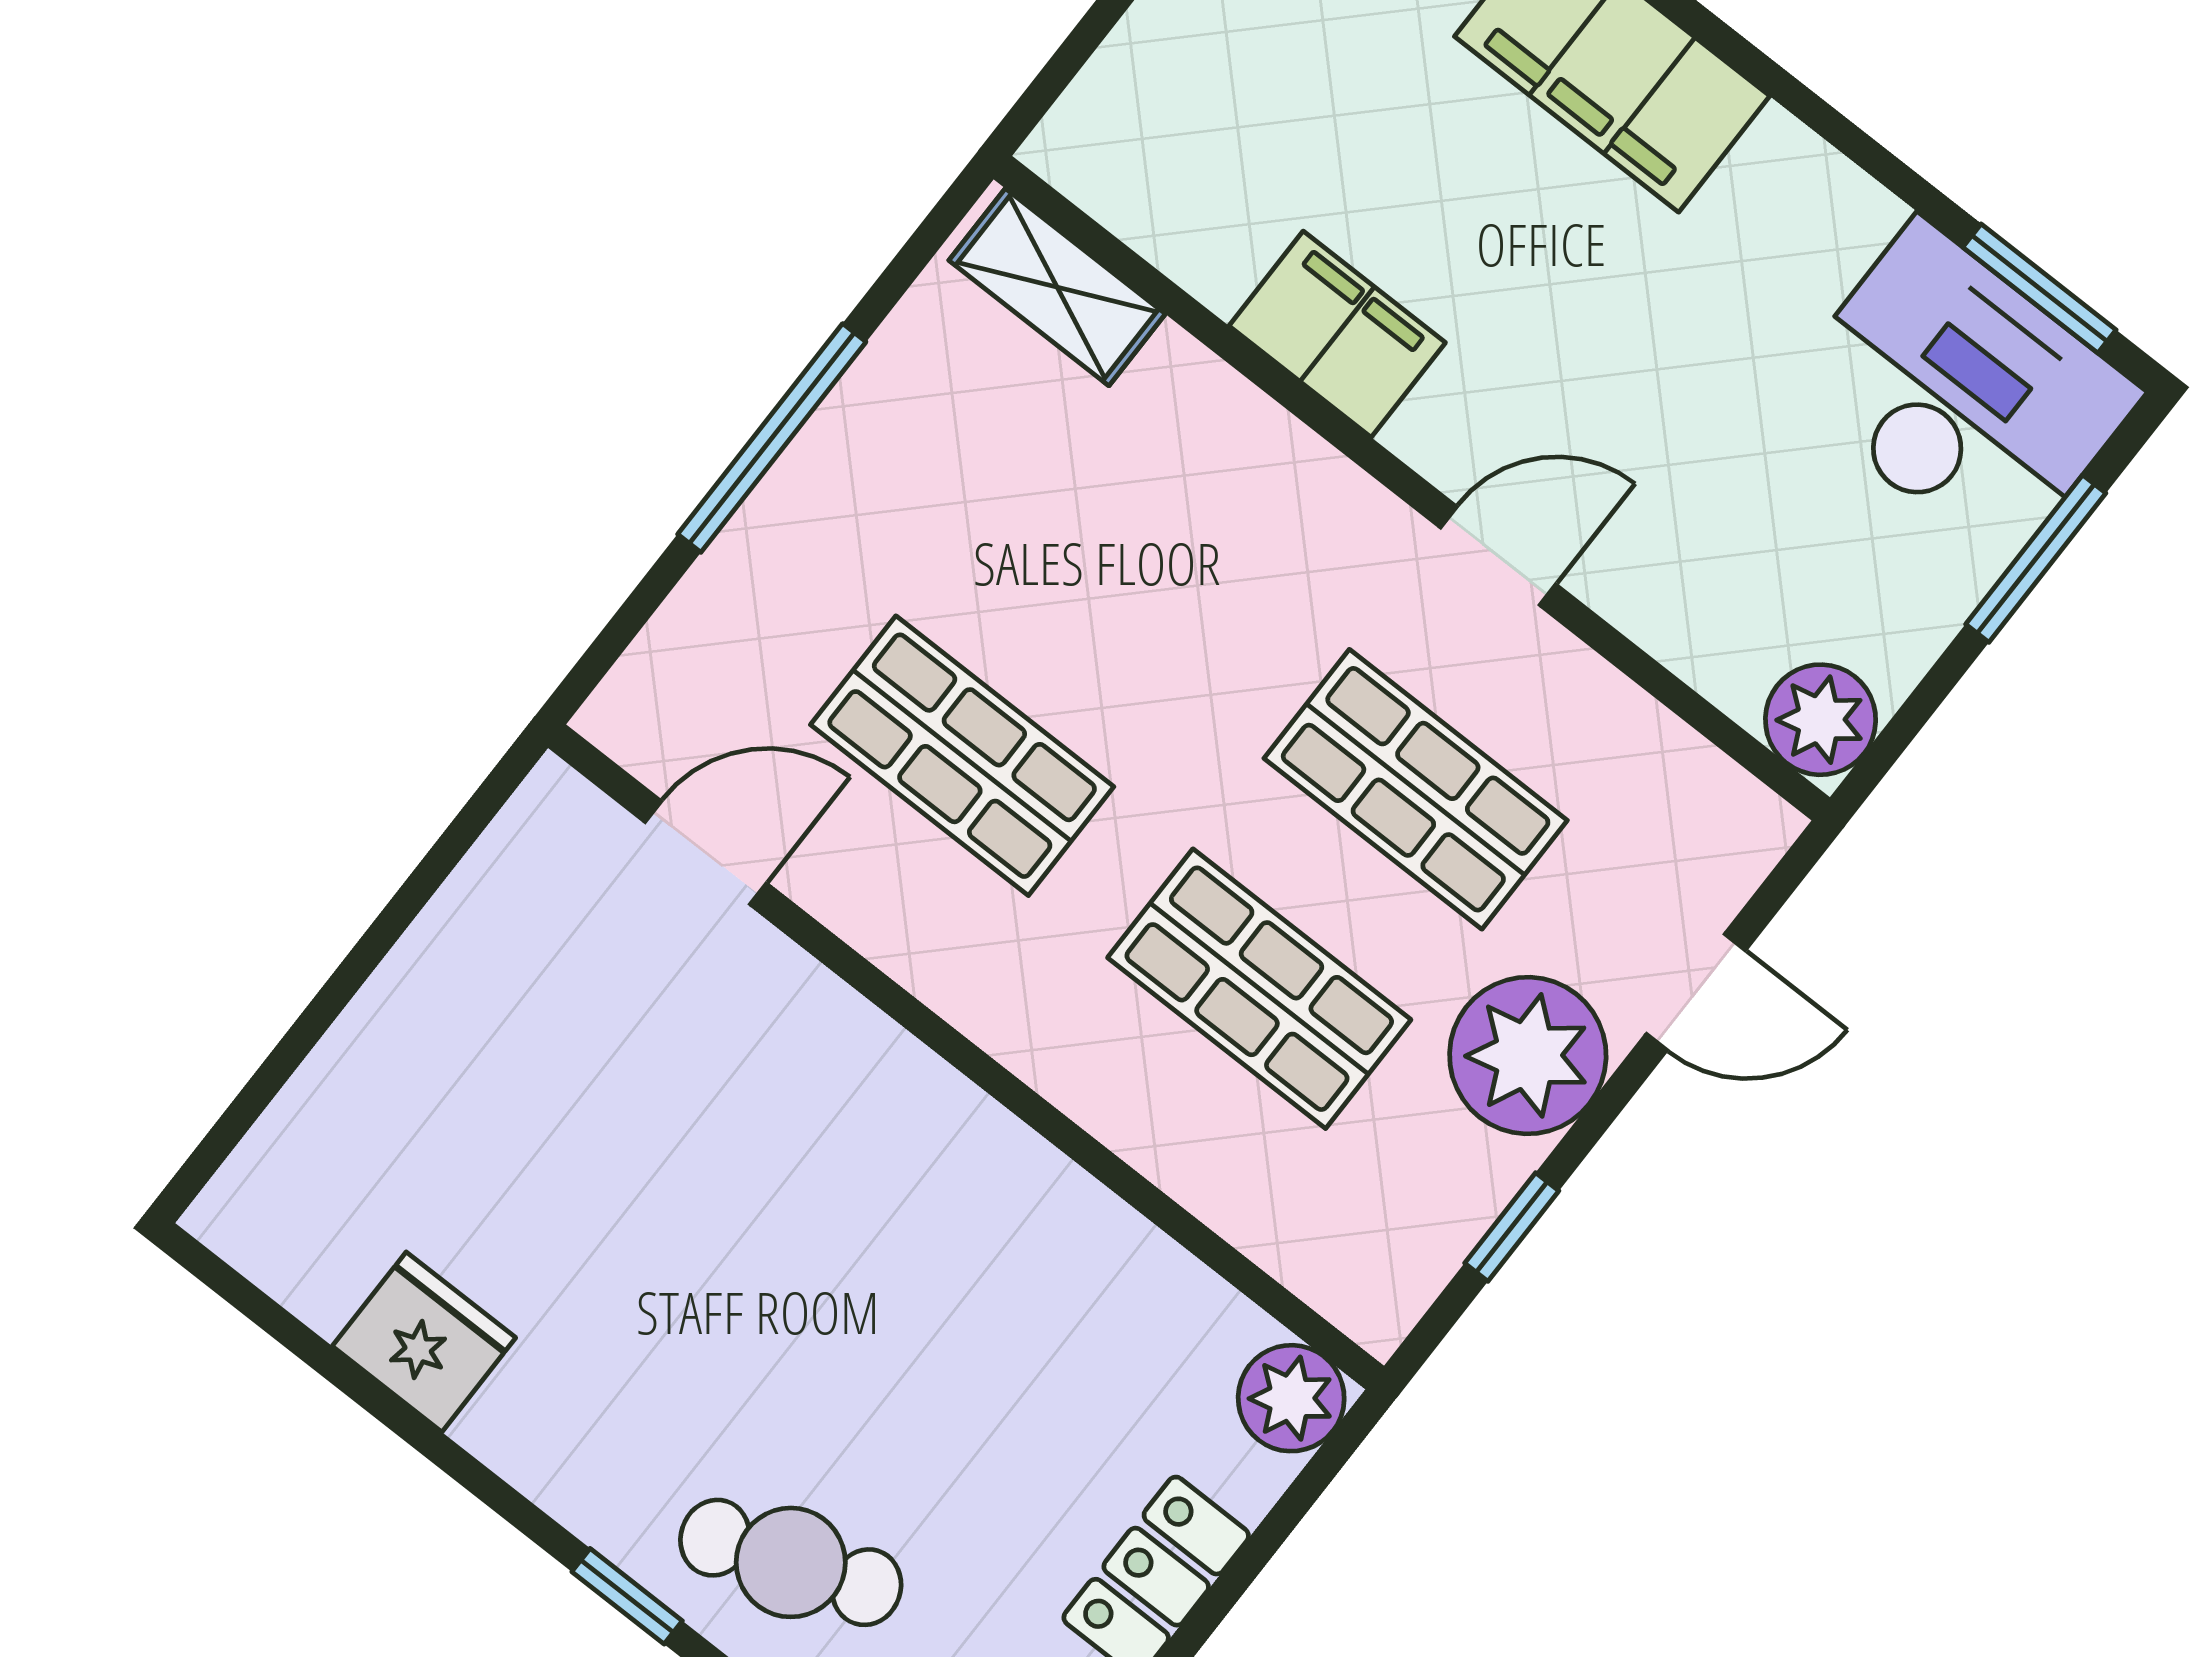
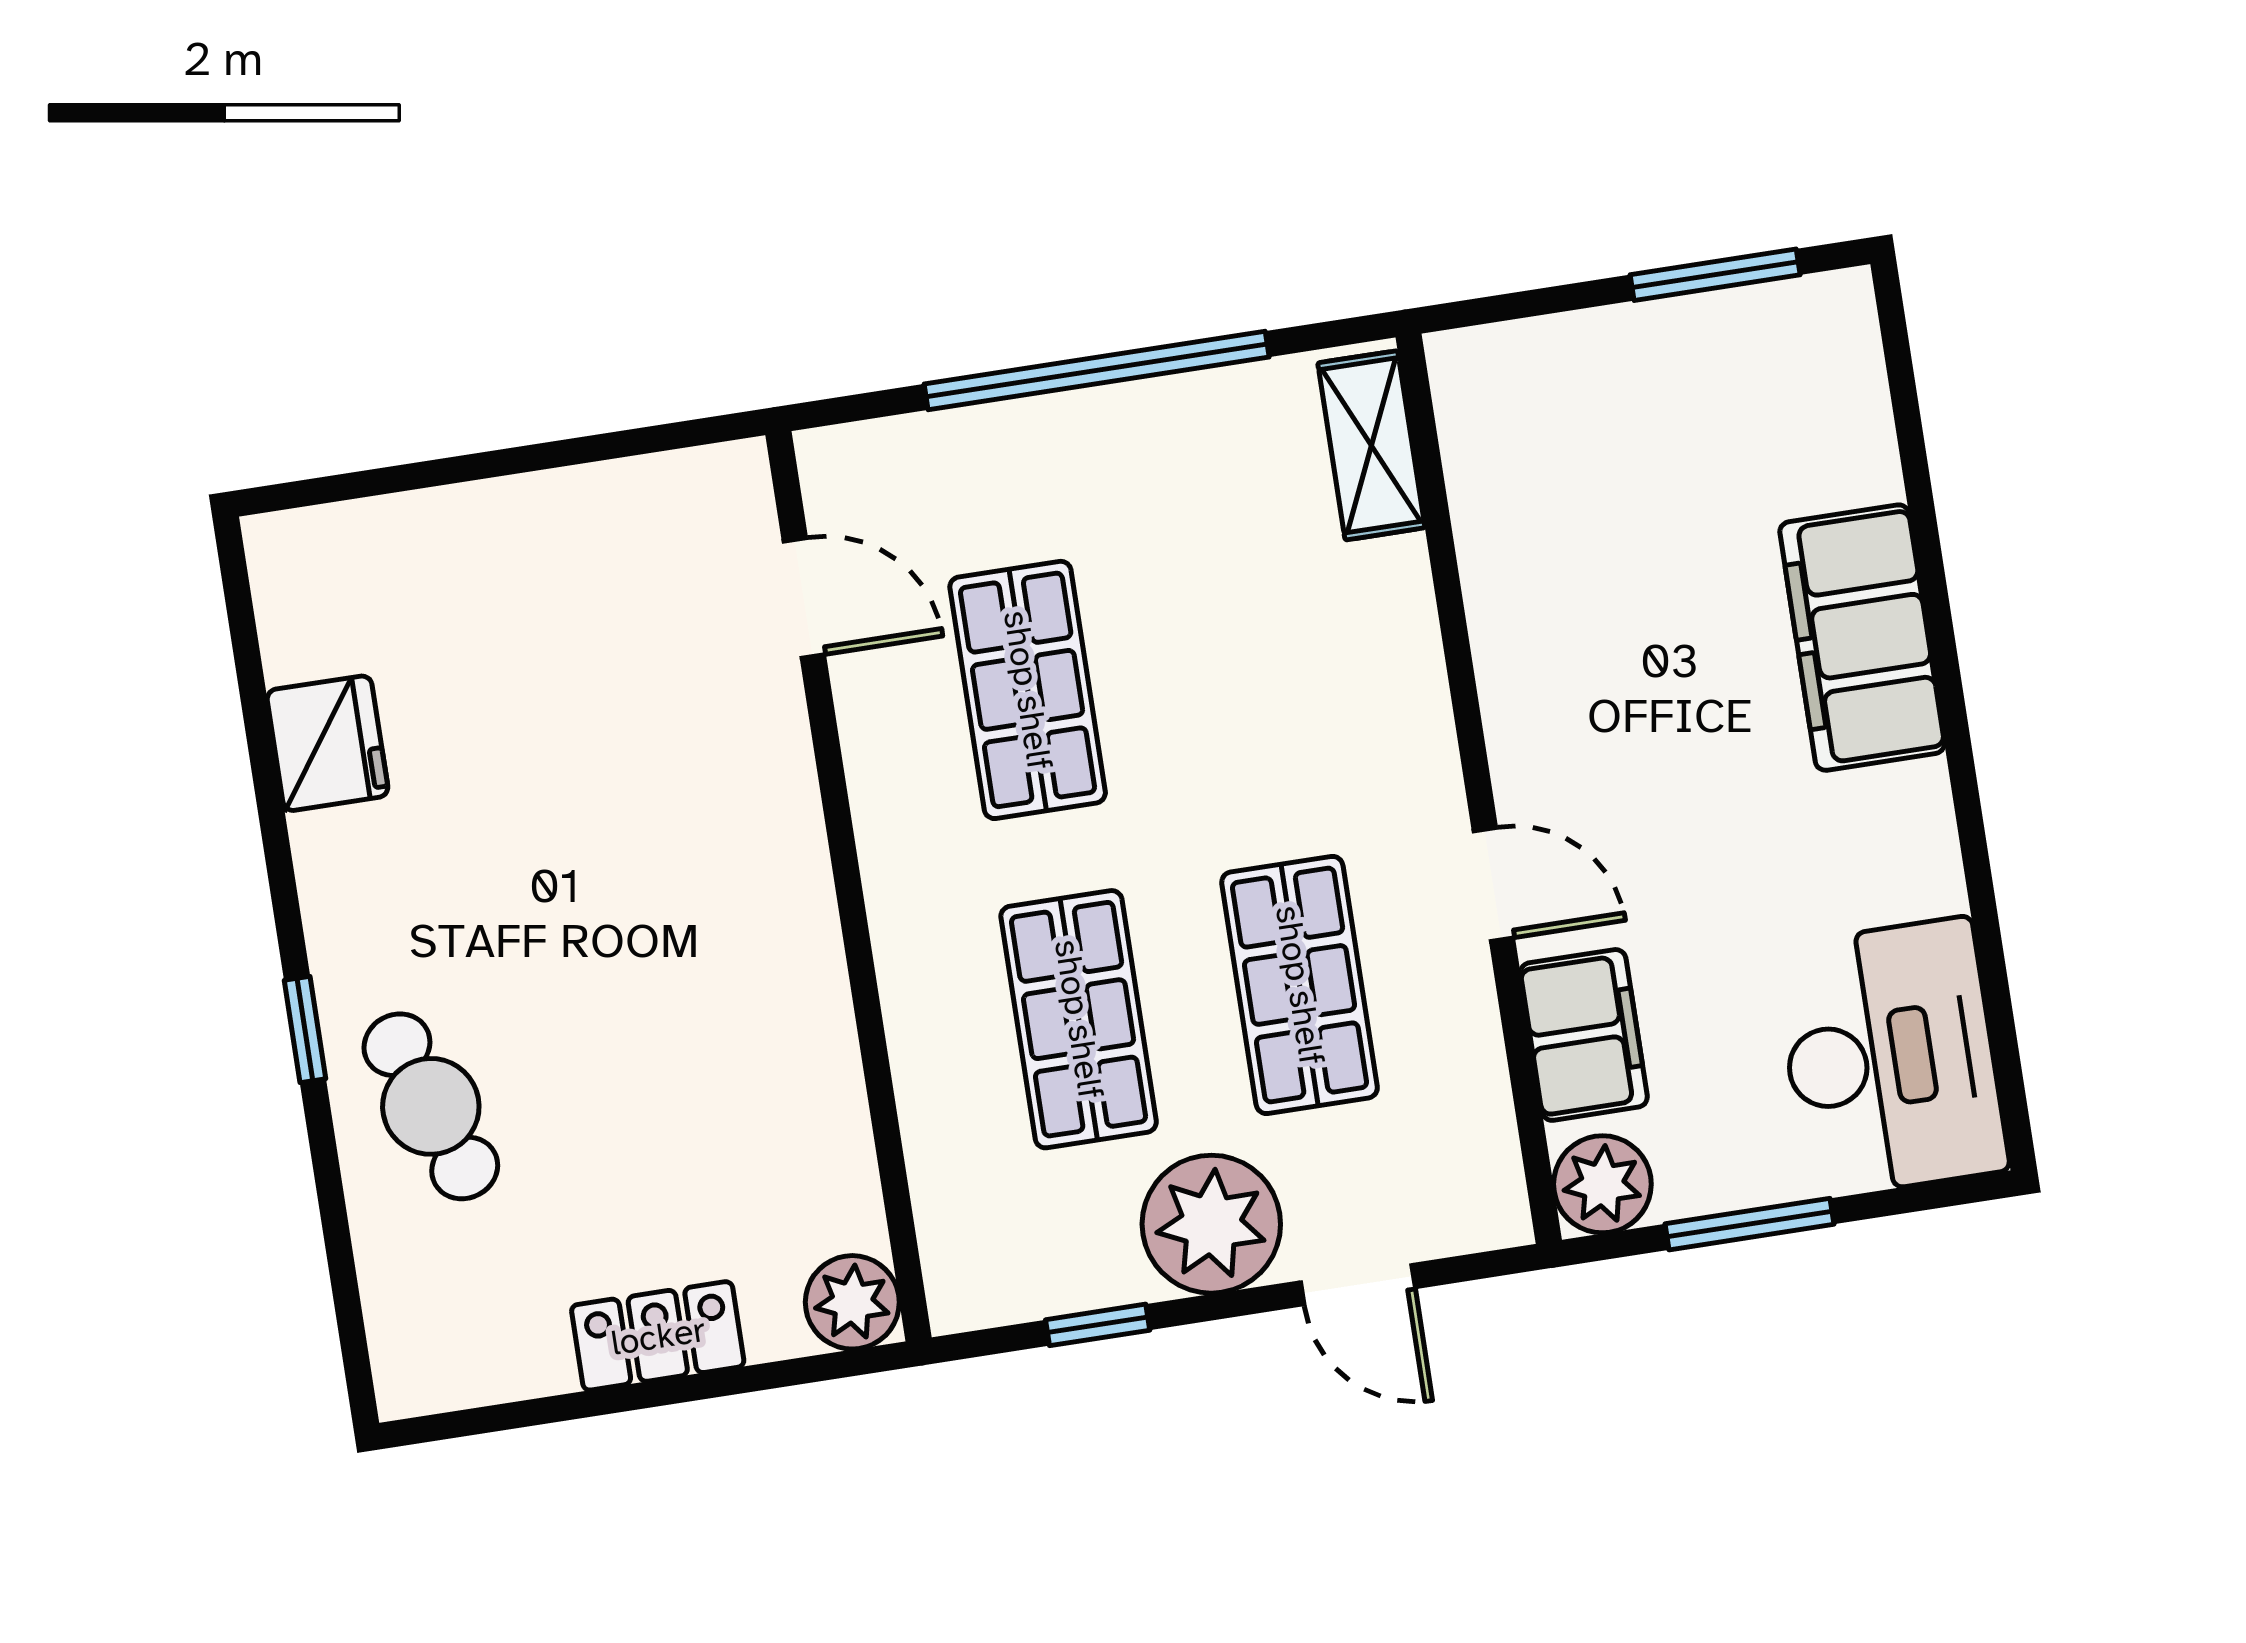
window: (2039, 288) -> (2003, 1038), removed
filing cabinet: (1337, 334) -> (1584, 1035), moved
window: (772, 438) -> (1097, 371), width x1.46
window: (2036, 559) -> (1749, 1224), moved

